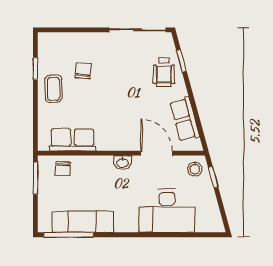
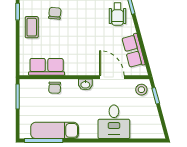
chair: (63, 169) -> (55, 88), moved
desk: (167, 211) -> (114, 122), width x0.73

